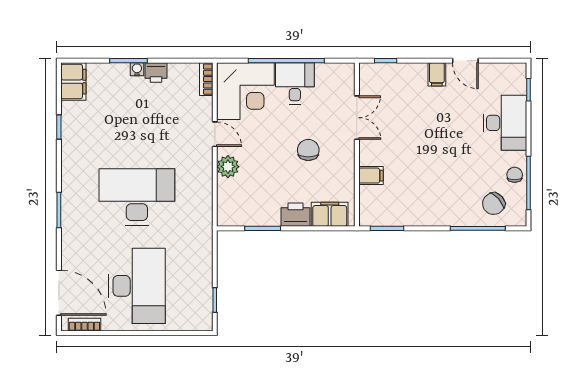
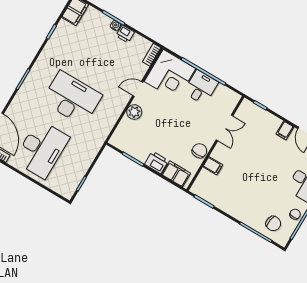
door: (215, 134) -> (138, 89), swing flipped
chair: (308, 150) -> (199, 151), moved
chair: (494, 204) -> (273, 224), turned -128

